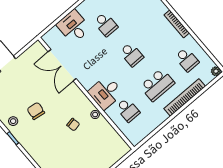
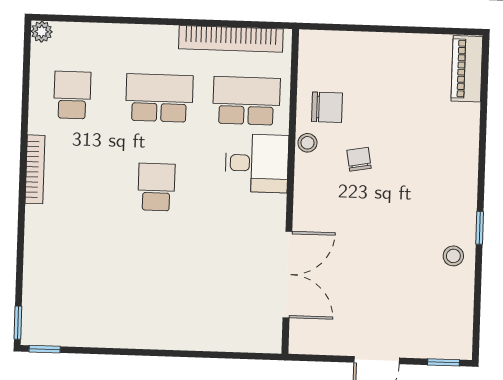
school desk: (106, 24) -> (153, 276), removed
desk: (74, 27) -> (210, 321), removed
bookcase: (185, 97) -> (231, 39), moved
school desk: (128, 110) -> (246, 101), width x1.85
chair: (36, 111) -> (327, 107), moved, turned -98

